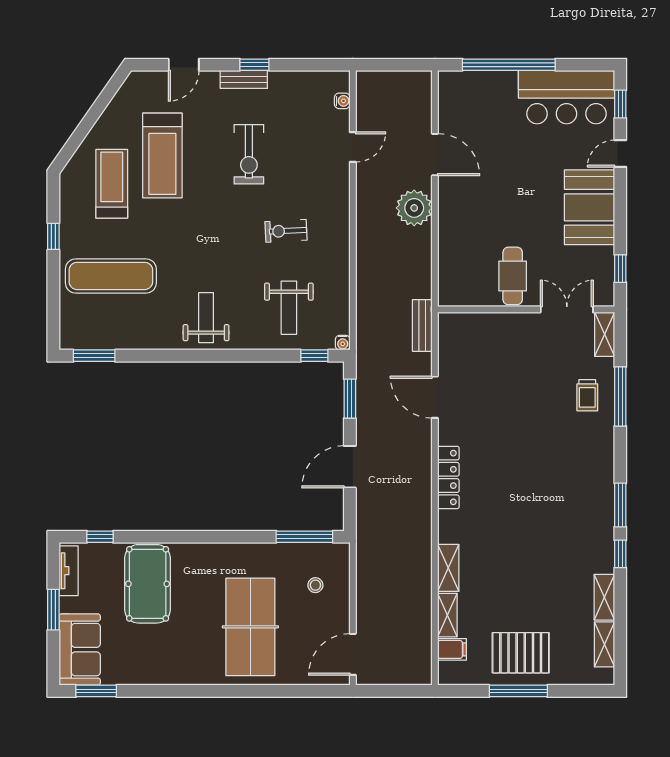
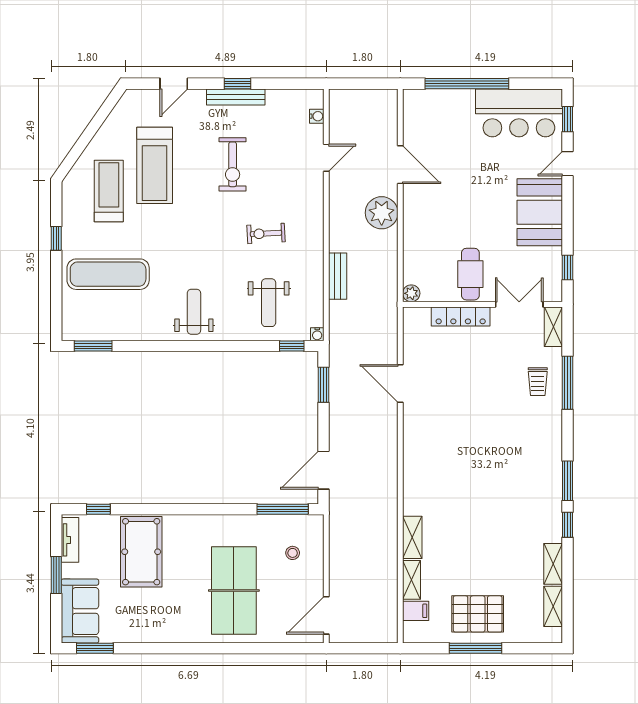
bench: (244, 79) -> (236, 97), width x1.36
plant: (447, 297) -> (411, 293), added
bench: (422, 325) -> (338, 276), moved
door: (350, 467) -> (324, 470), moved
locker: (448, 477) -> (461, 316), moved, turned 90

